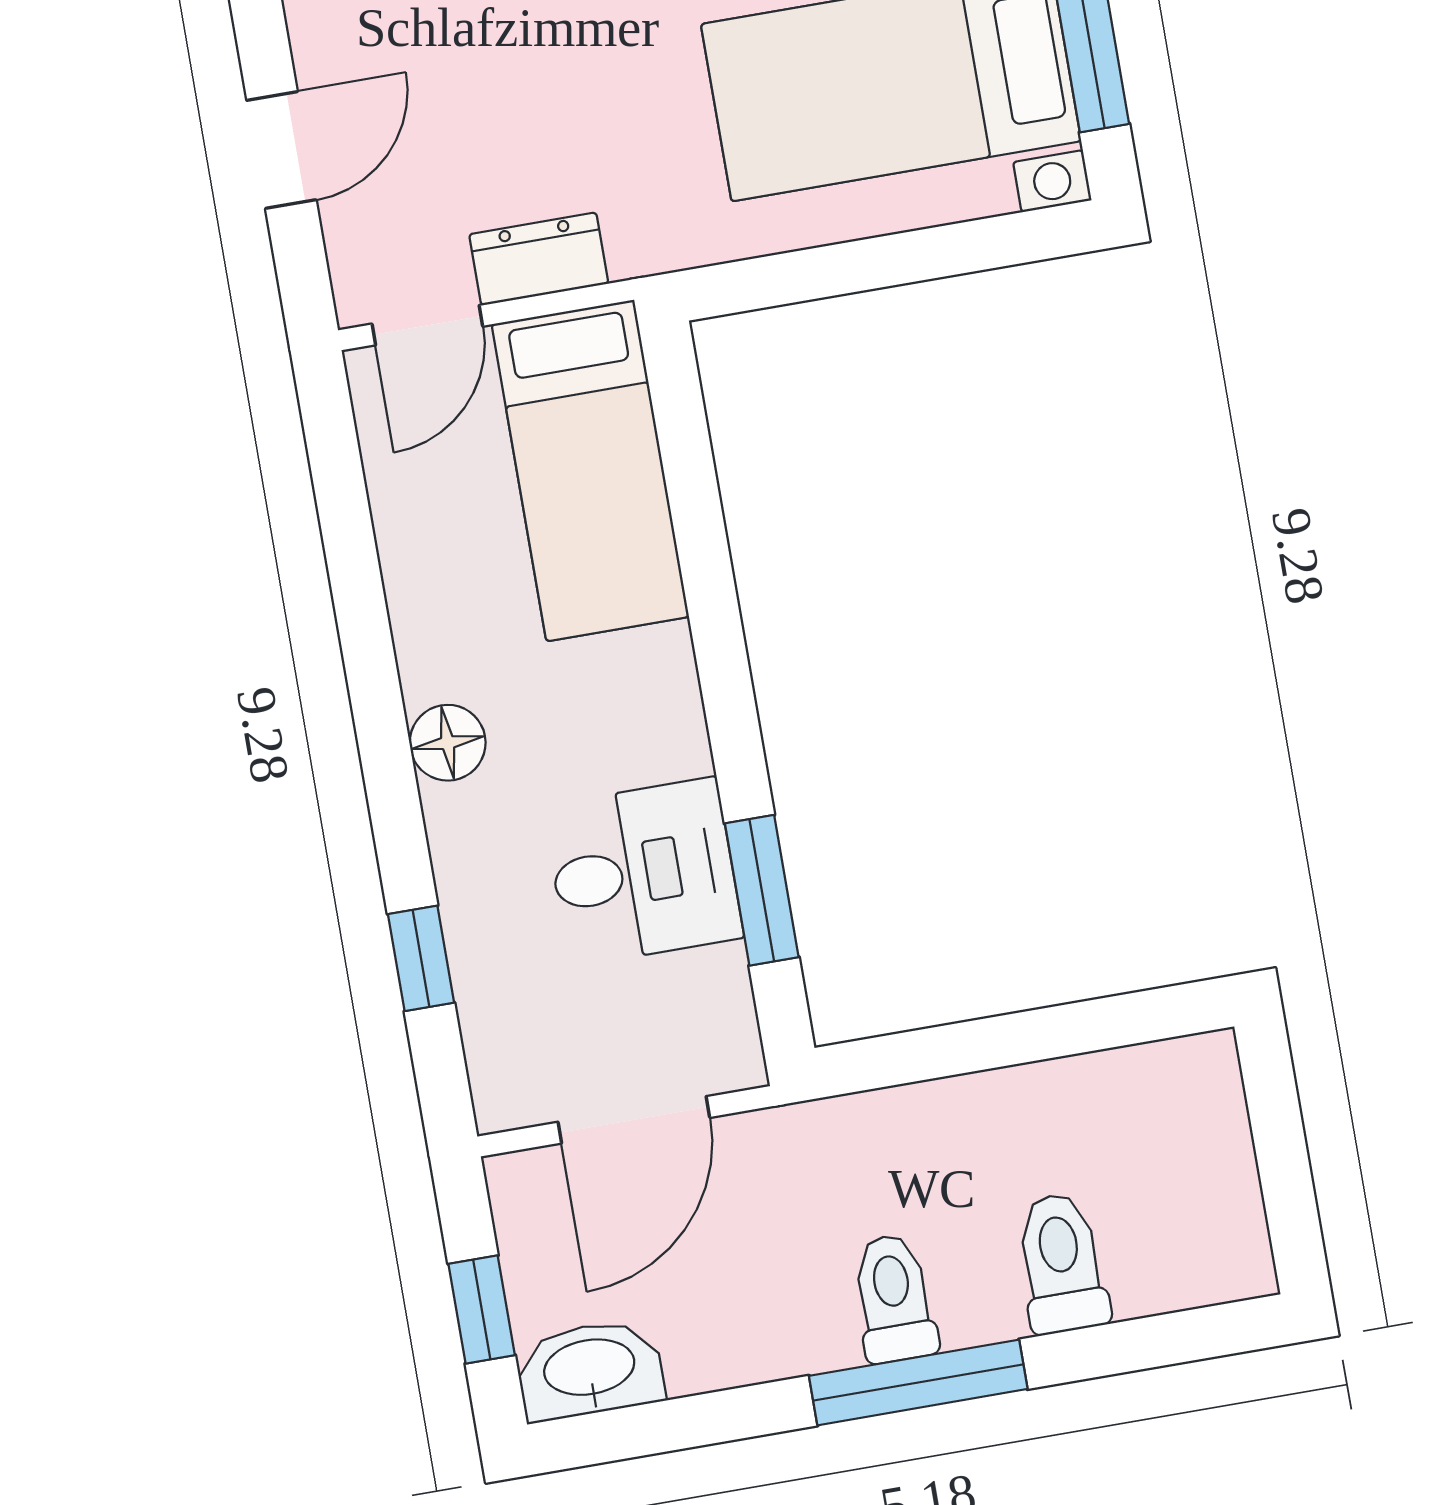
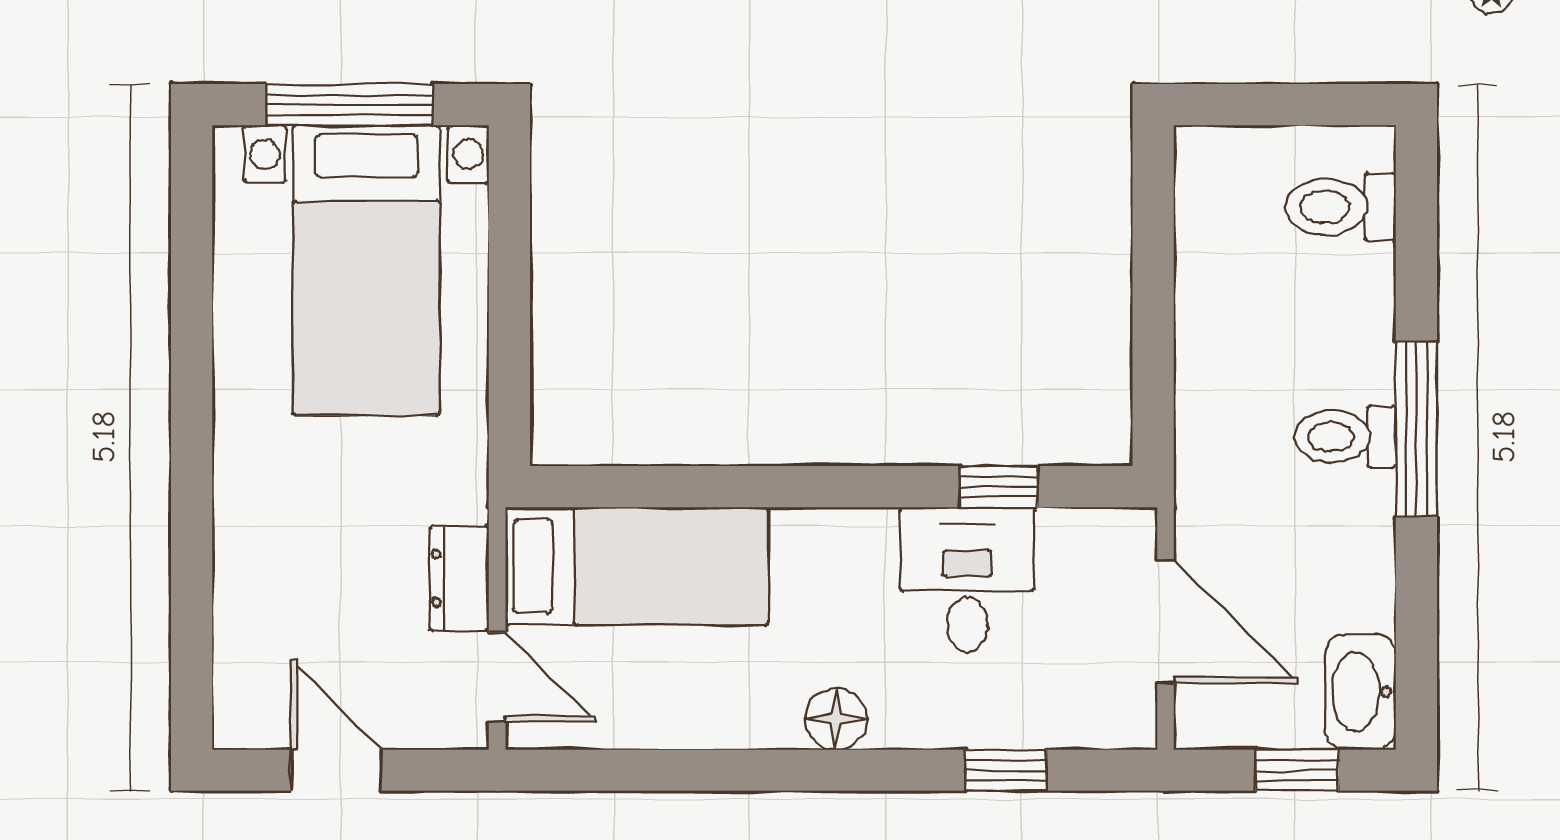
window: (762, 890) -> (999, 487), width x0.67
toilet: (1062, 1263) -> (1340, 207), moved

